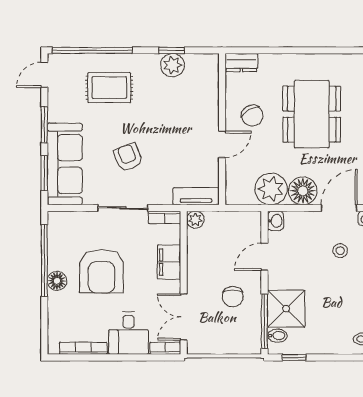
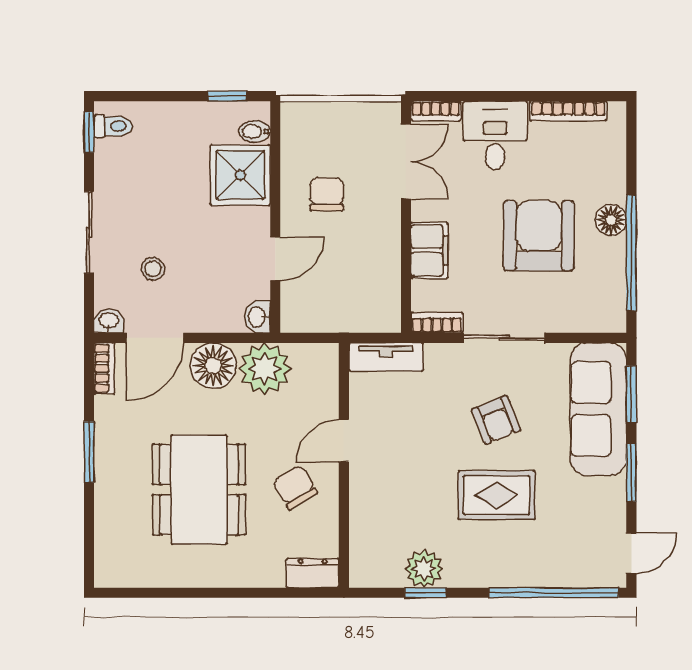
rug: (109, 88) -> (497, 495), moved
plant: (195, 220) -> (387, 319), removed
window: (264, 321) -> (275, 155), removed

